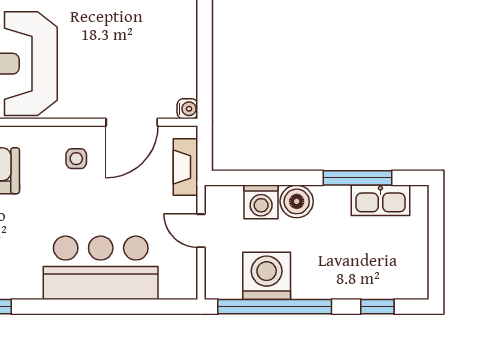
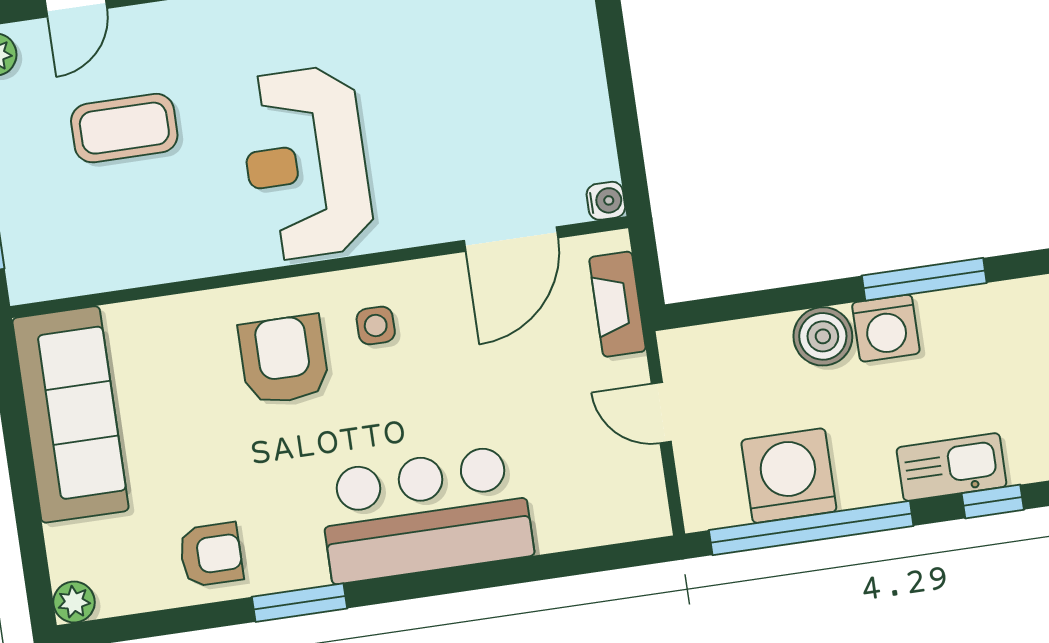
side table: (76, 159) -> (376, 325), moved
kitchen sink: (380, 200) -> (952, 467), moved, turned 180
washing machine: (261, 202) -> (886, 328), moved
bar counter: (101, 268) -> (426, 514), moved

